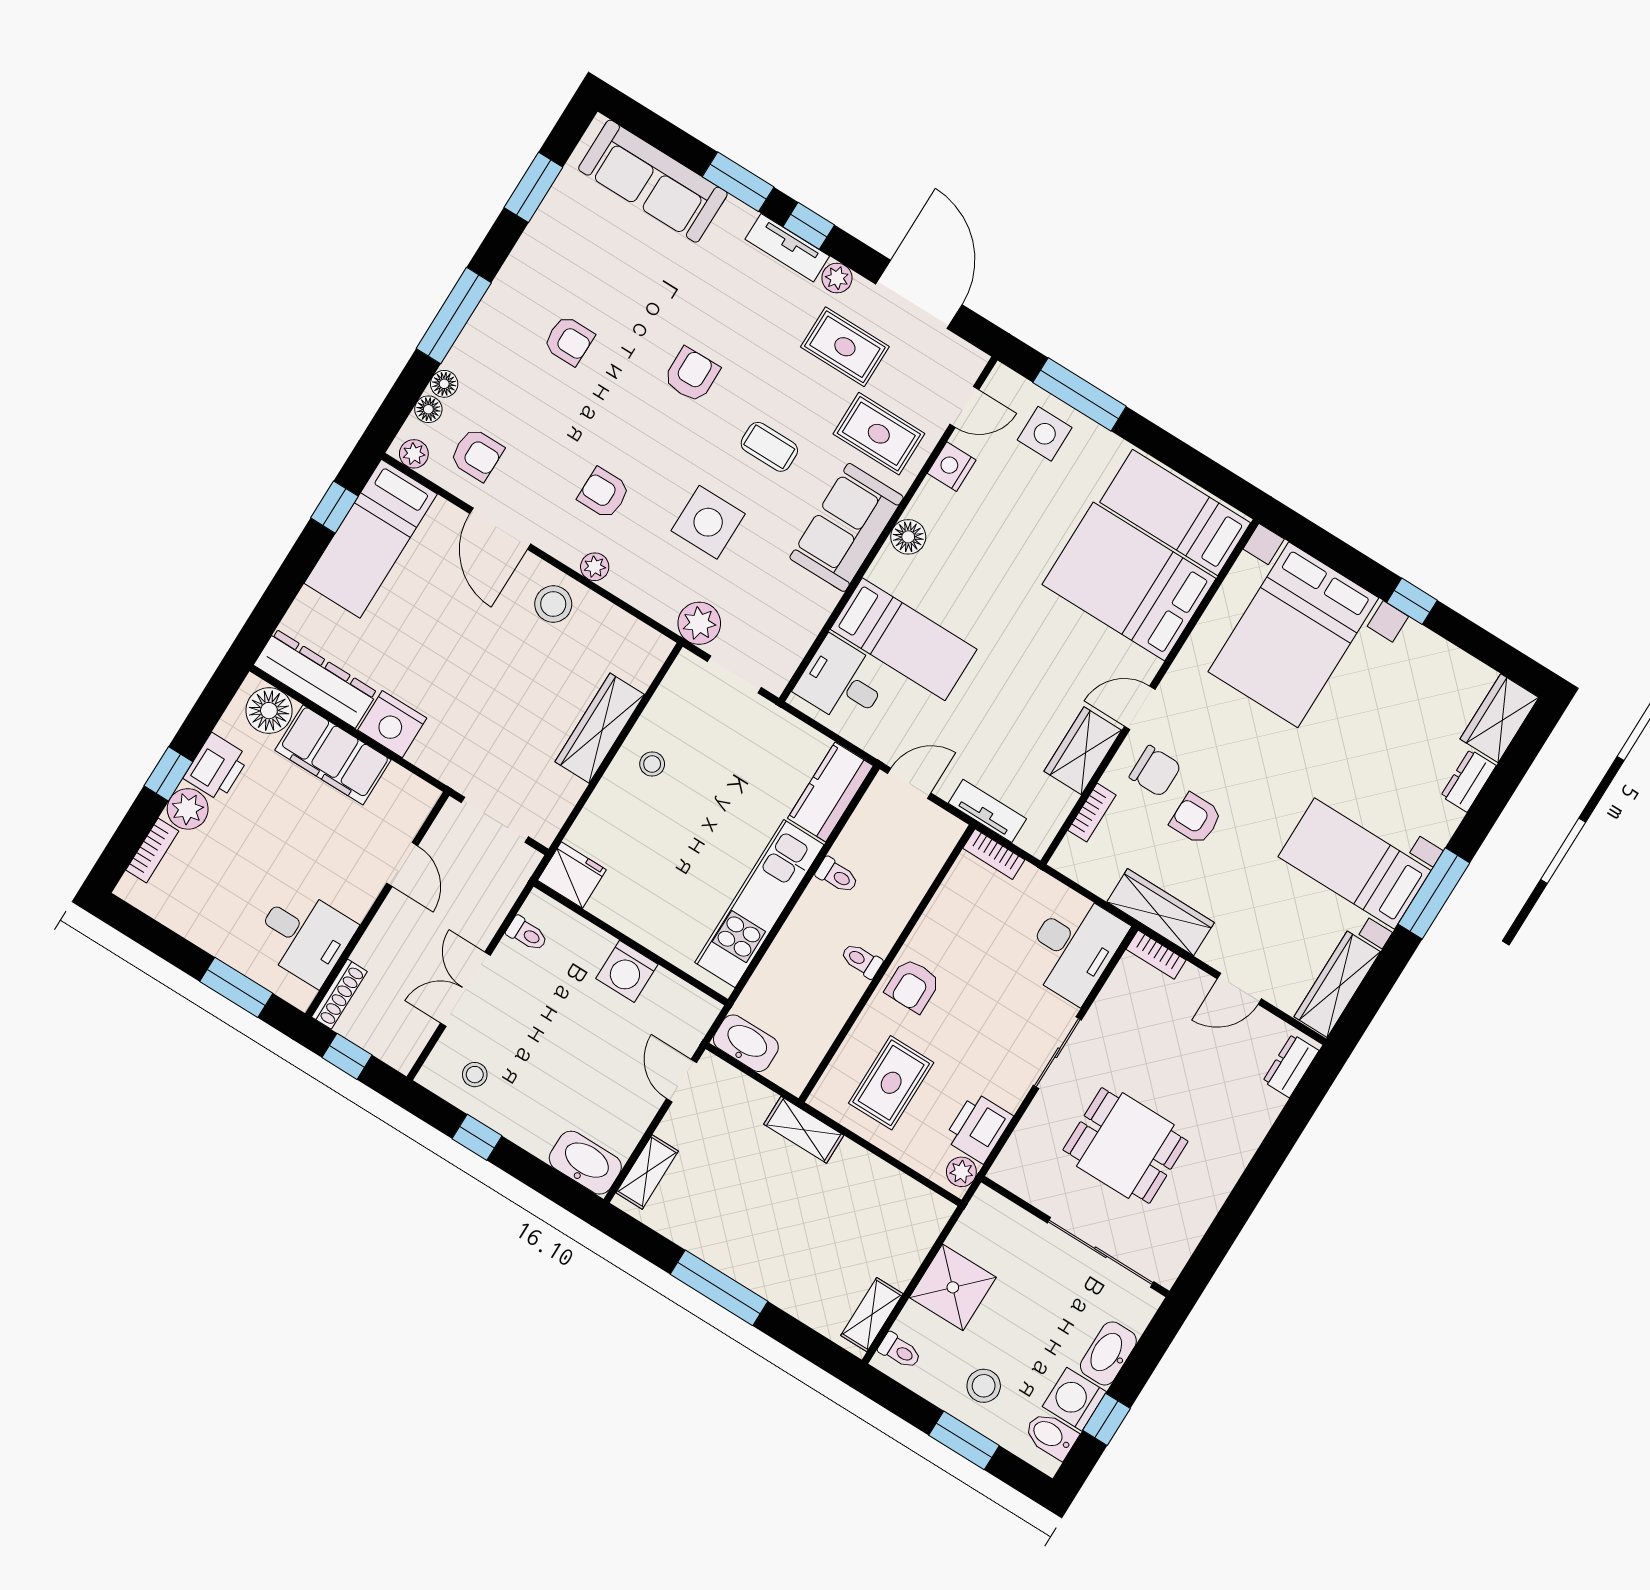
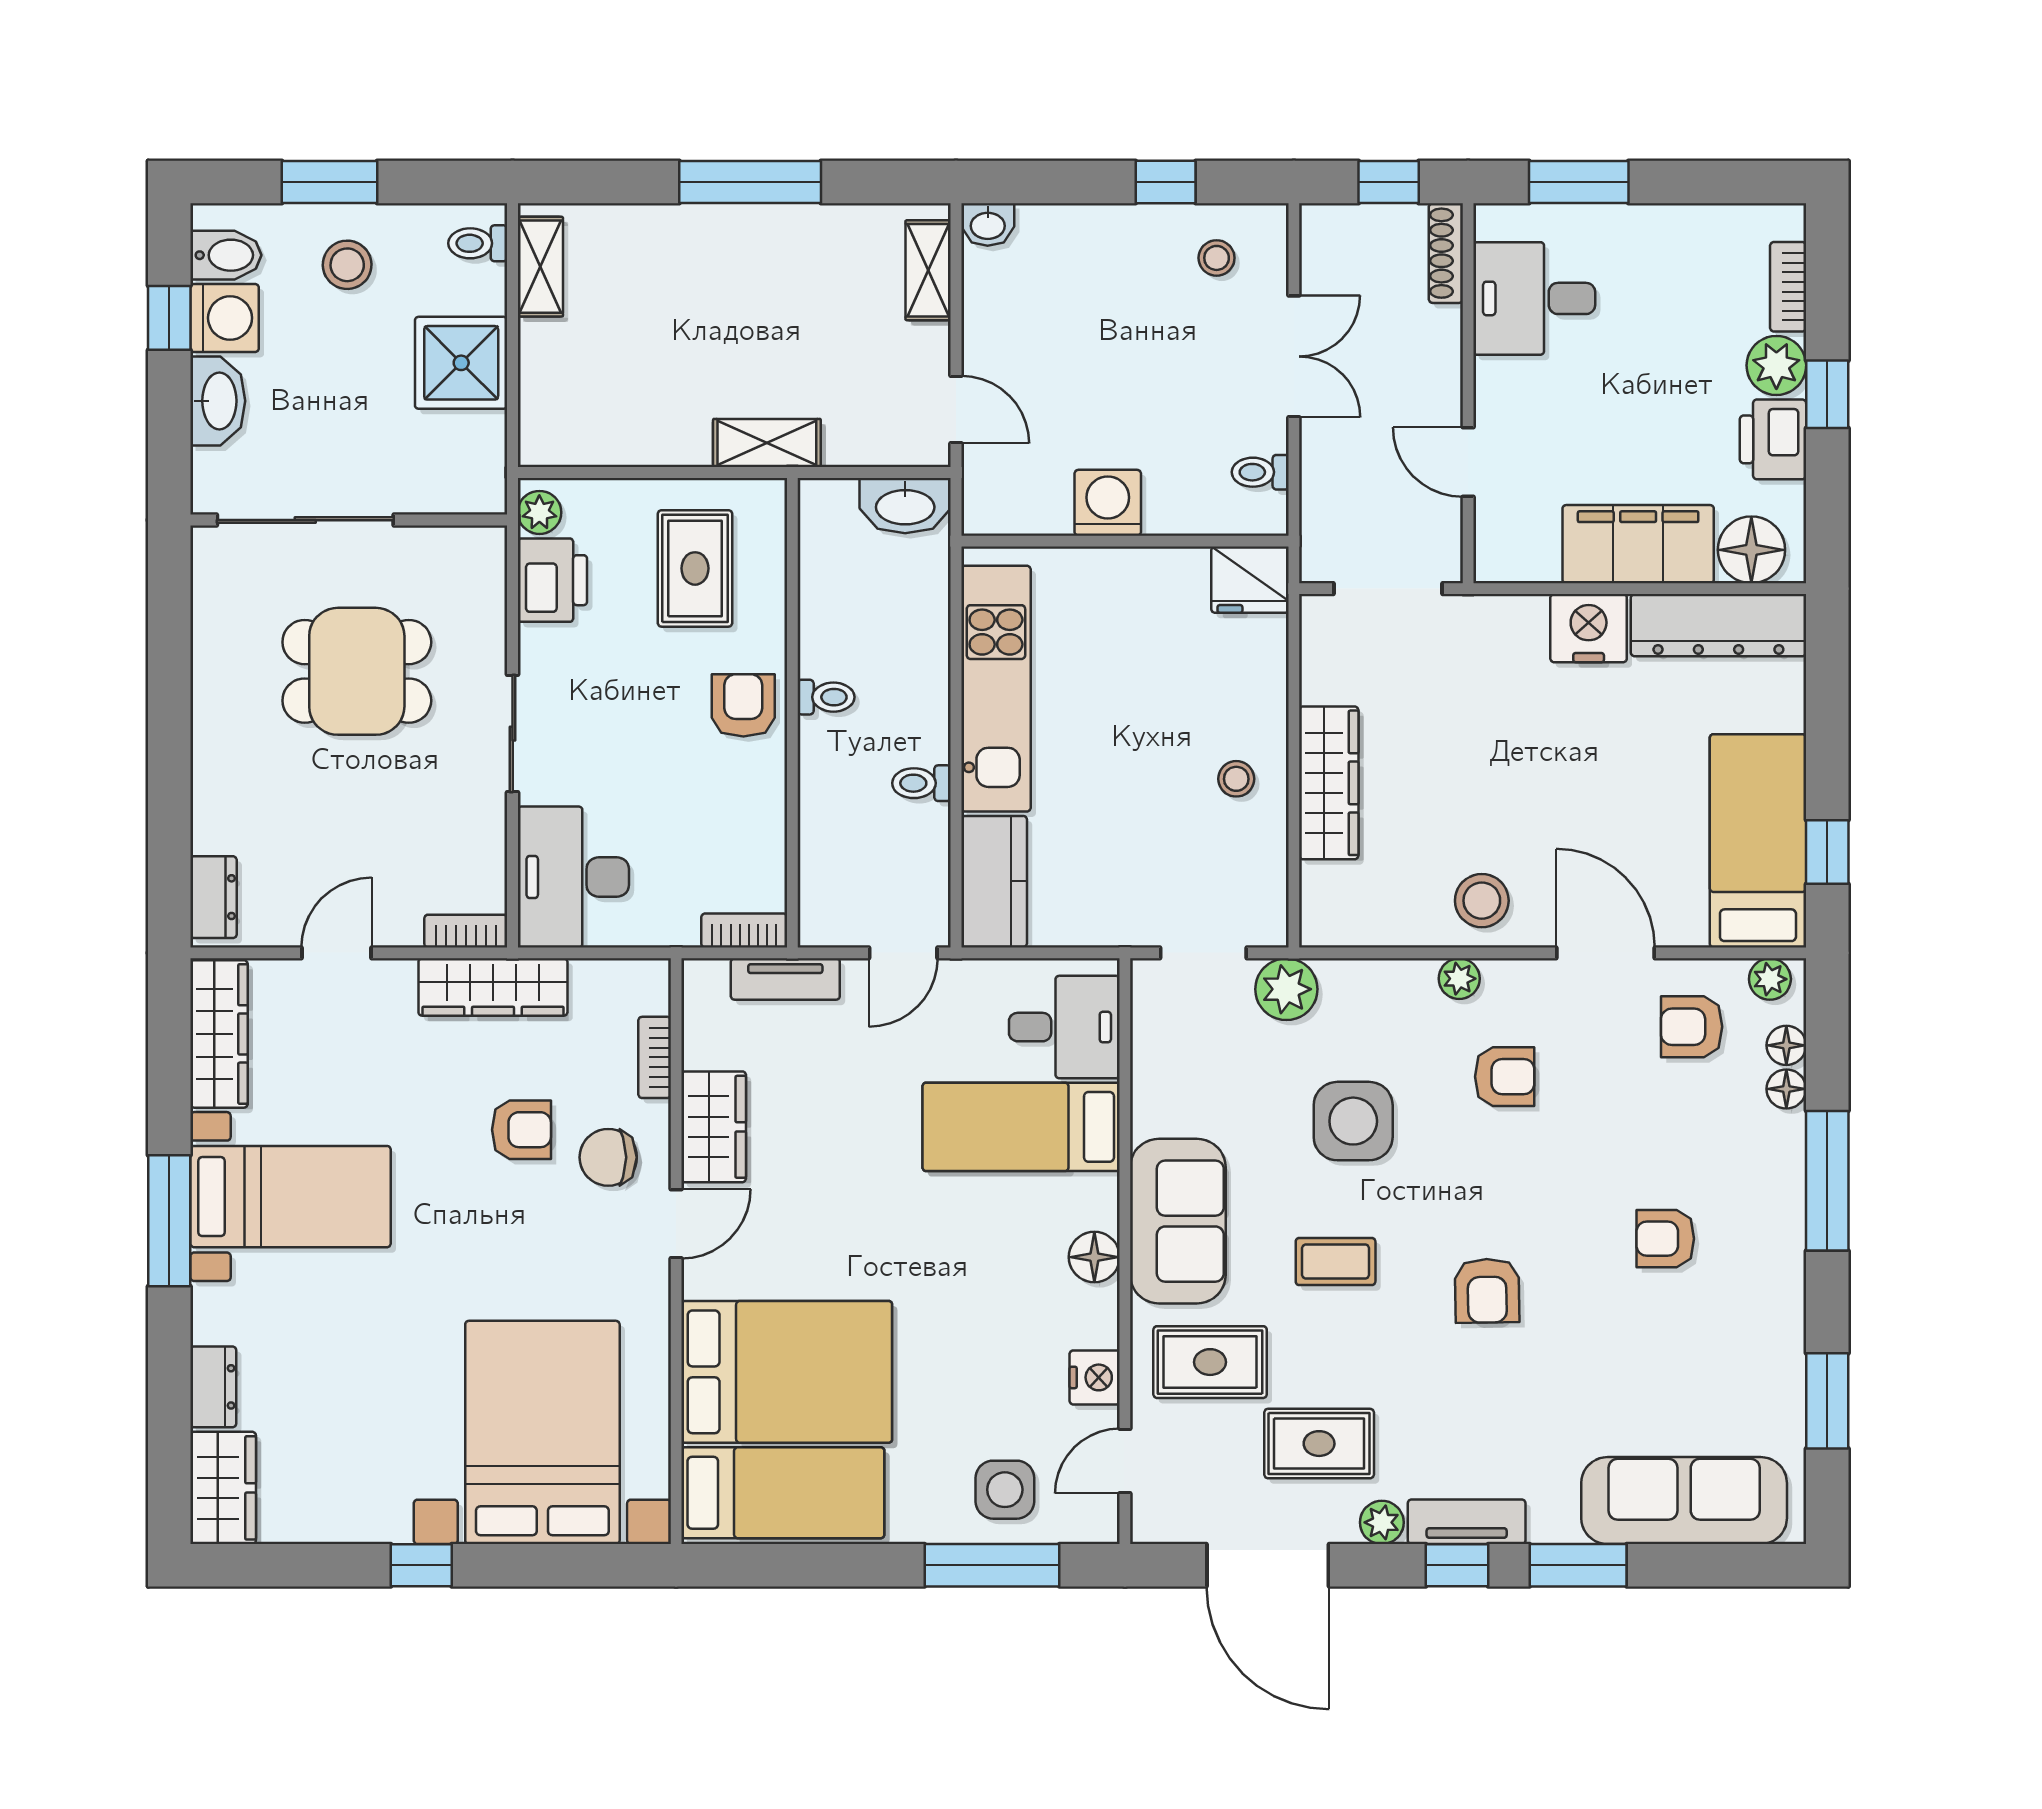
washbasin: (585, 1163) -> (988, 225), width x0.52, depth x0.69

